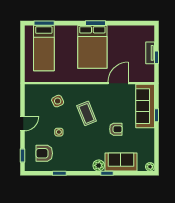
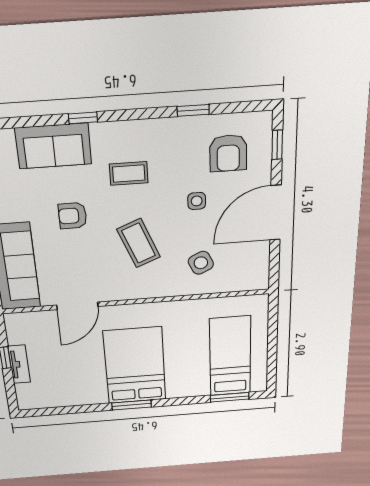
door: (22, 124) -> (275, 213), width x1.88
coffee table: (89, 147) -> (129, 173), added
armchair: (44, 153) -> (228, 153), turned 90
plant: (99, 165) -> (104, 134), removed

